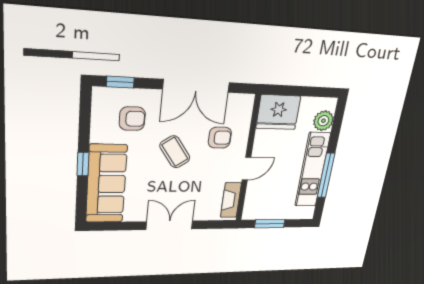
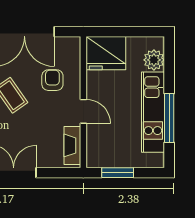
armchair: (220, 138) -> (52, 80), turned -90
door: (247, 169) -> (83, 111), hinge flipped

